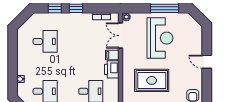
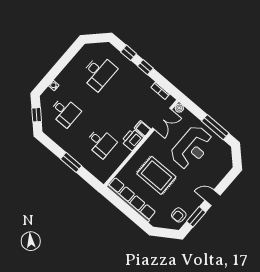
double door: (120, 36) -> (162, 119), swing flipped
desk: (45, 41) -> (99, 72), width x1.37
door: (207, 62) -> (212, 198), hinge flipped
window: (207, 86) -> (196, 217), added

